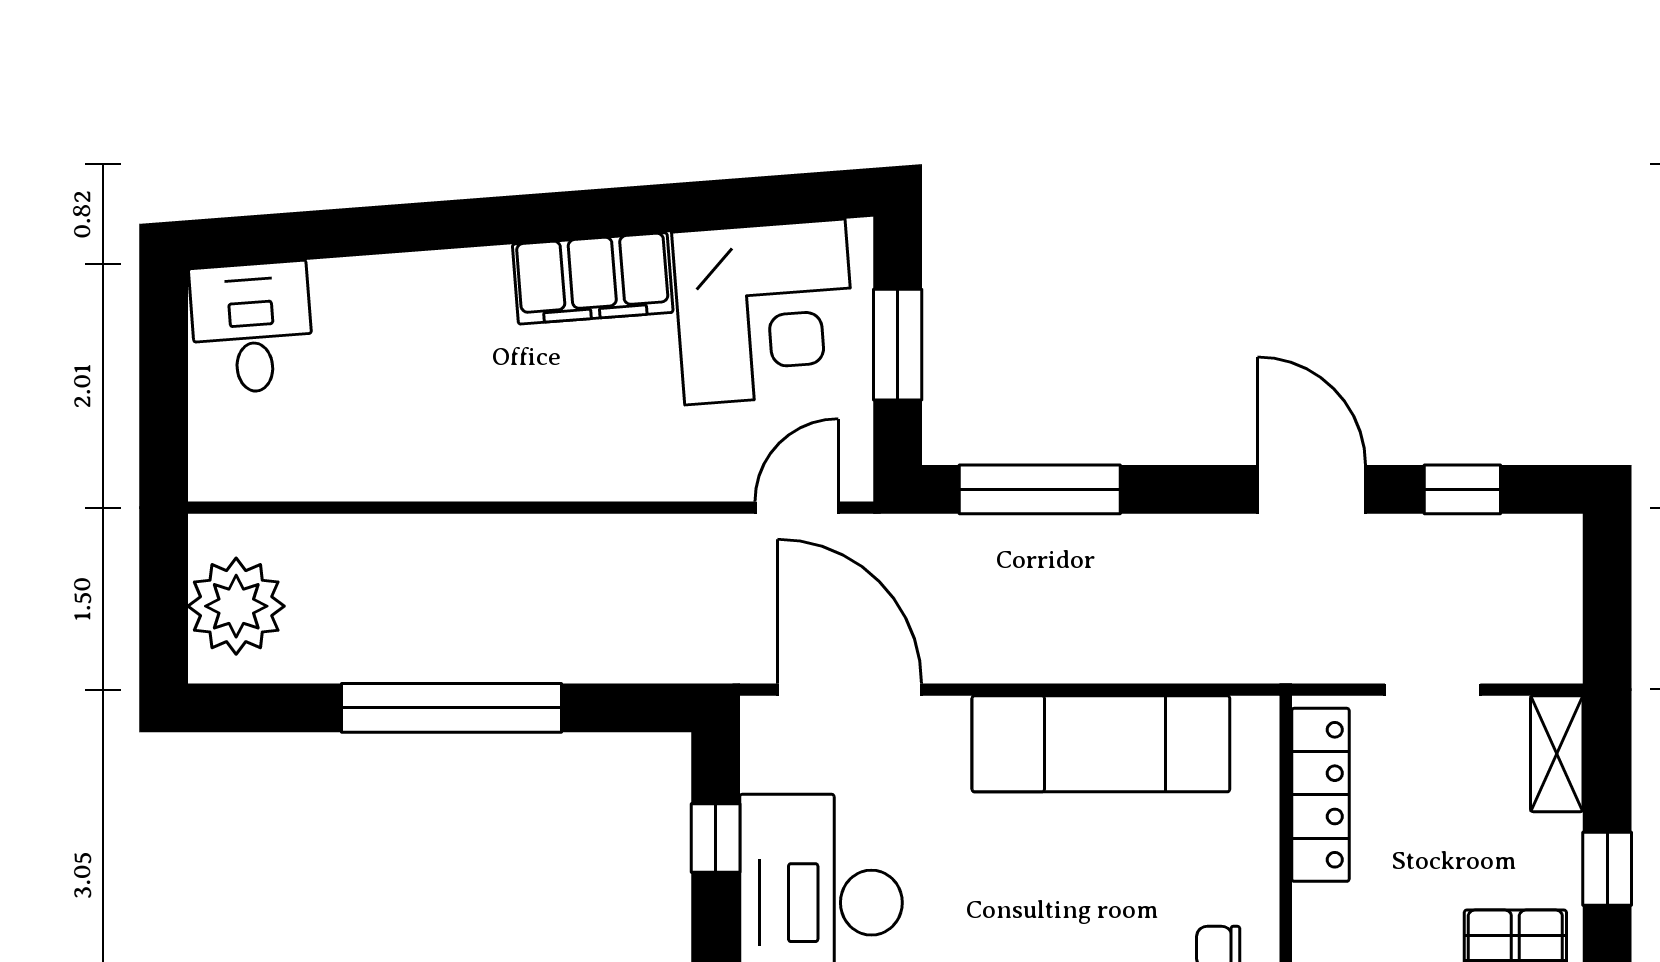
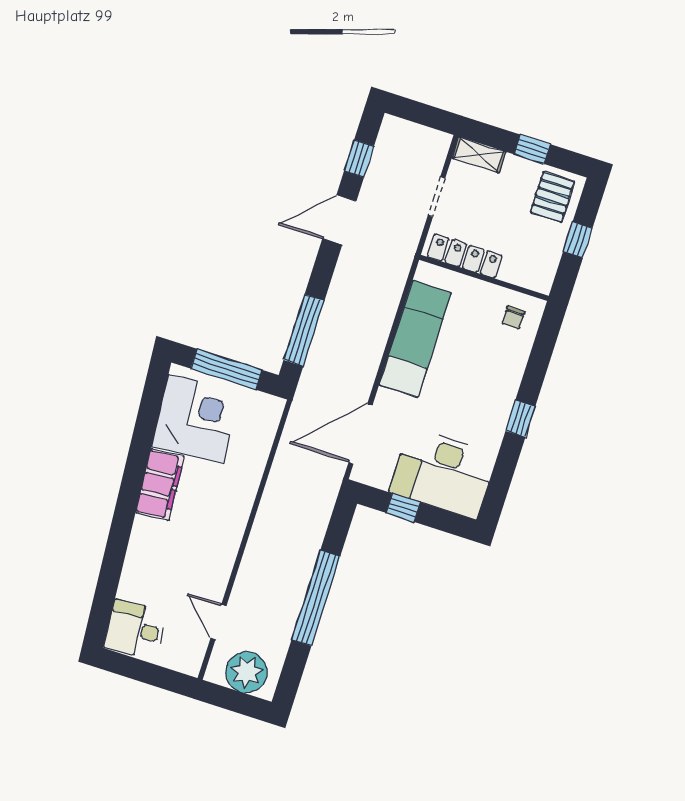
window: (898, 345) -> (226, 369), width x1.44
door: (797, 508) -> (218, 622), moved

